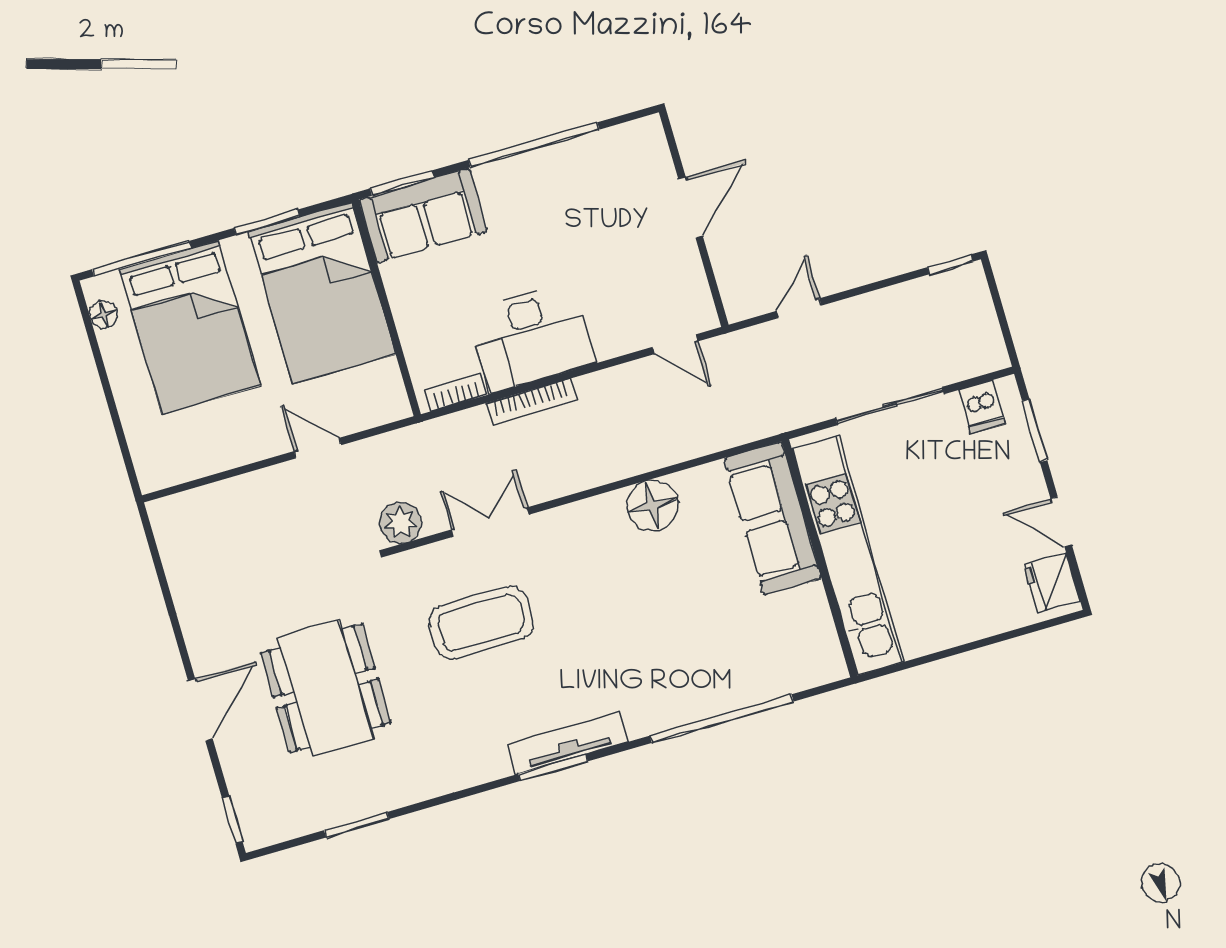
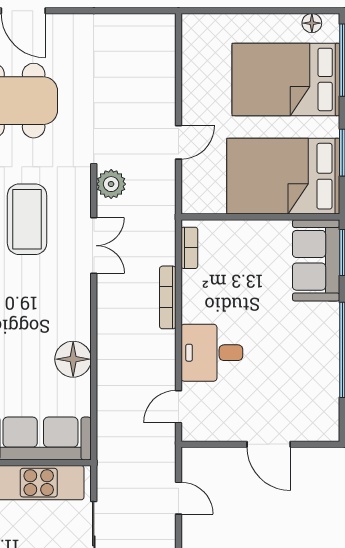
desk: (531, 337) -> (212, 353), moved, width x0.73

